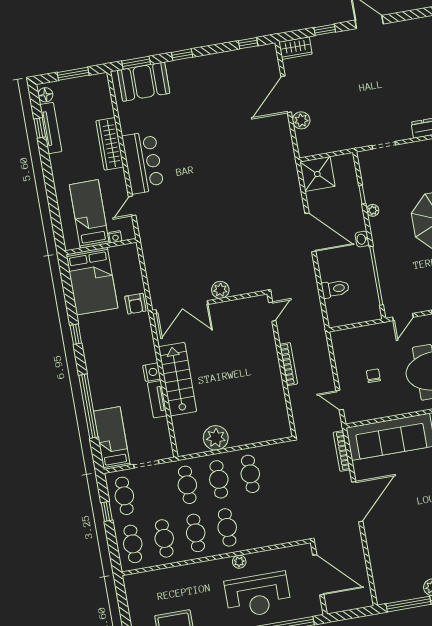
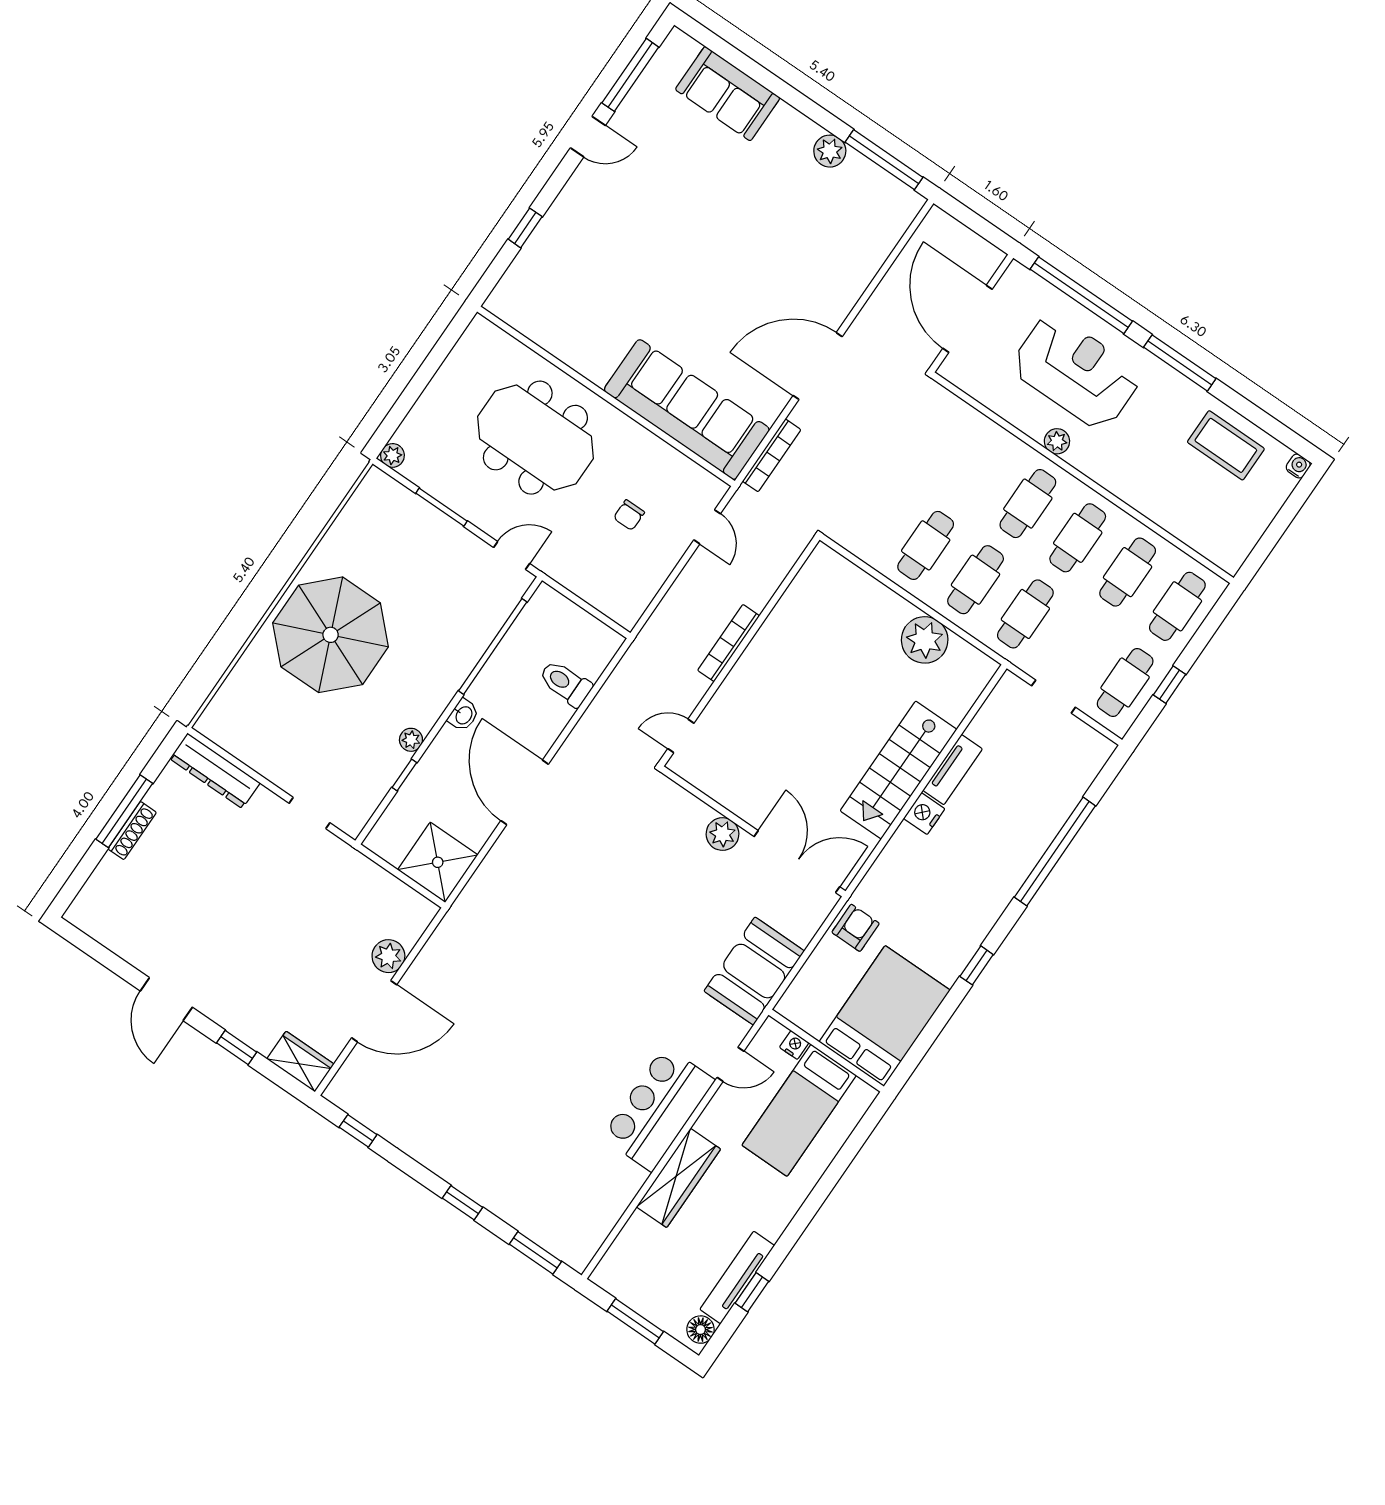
booth: (144, 82) -> (754, 971), moved, turned 90
bed: (112, 438) -> (1066, 777), removed

